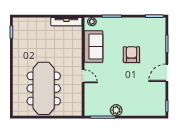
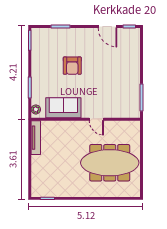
armchair: (131, 55) -> (72, 66), turned -90
door: (167, 73) -> (107, 27), moved
door: (83, 76) -> (96, 119), swing flipped
plant: (116, 110) -> (134, 83), removed

